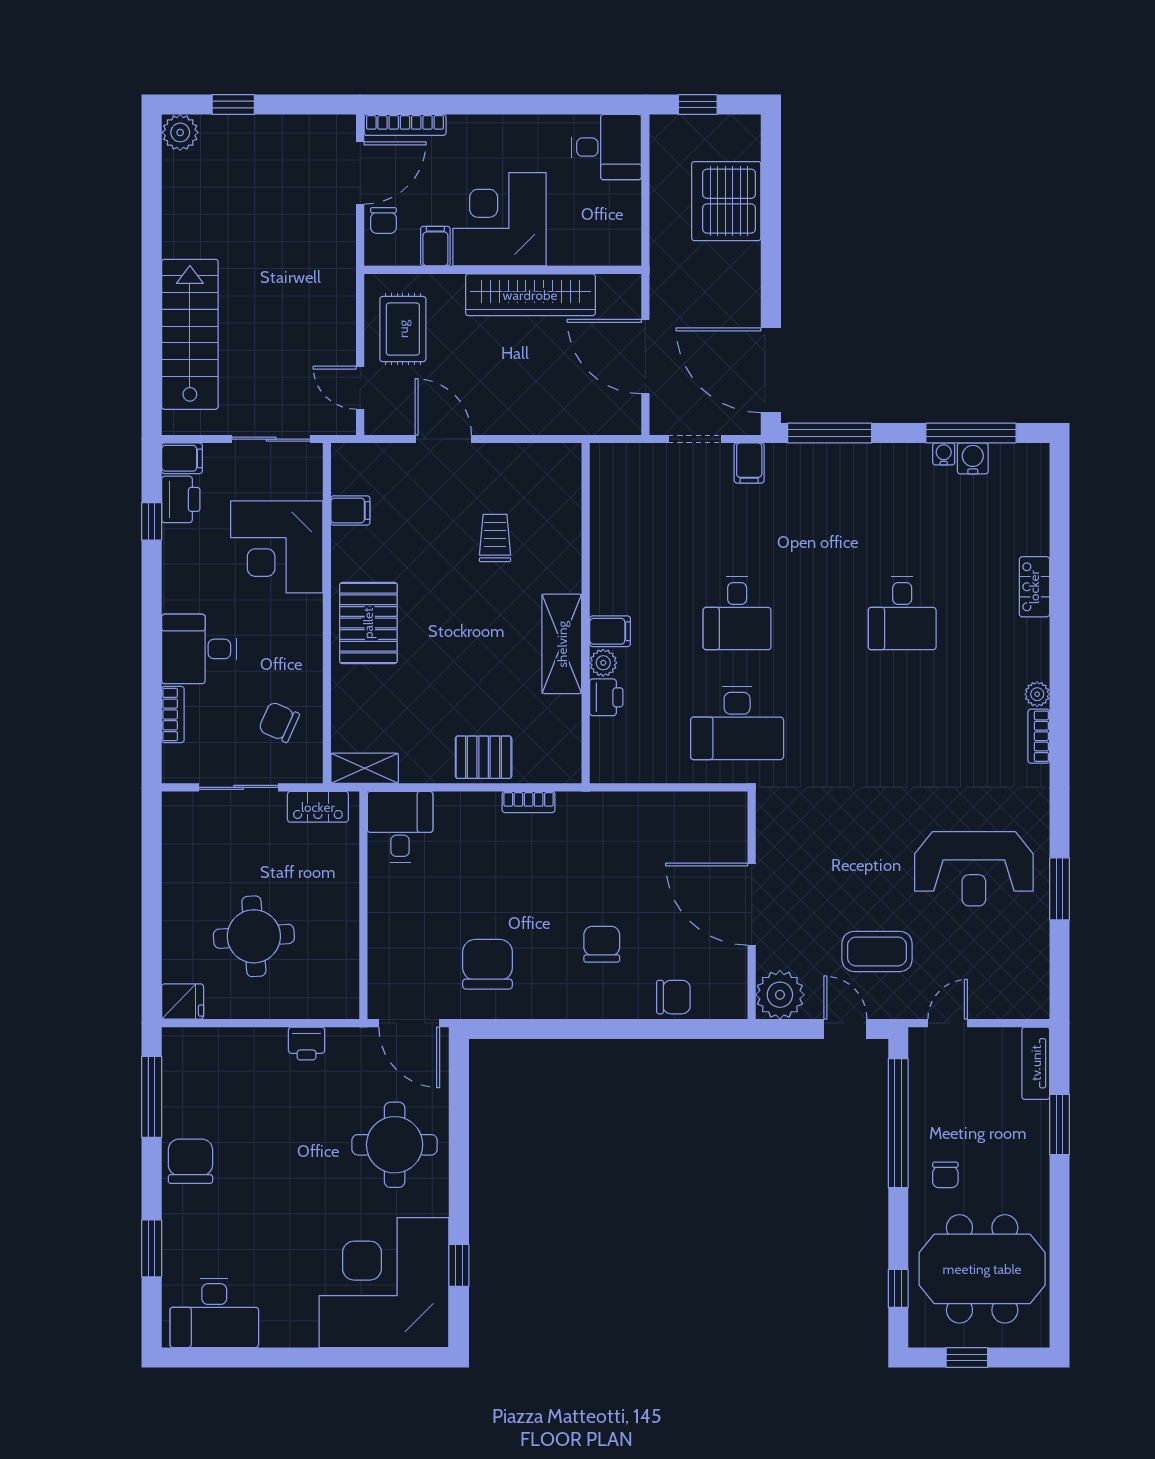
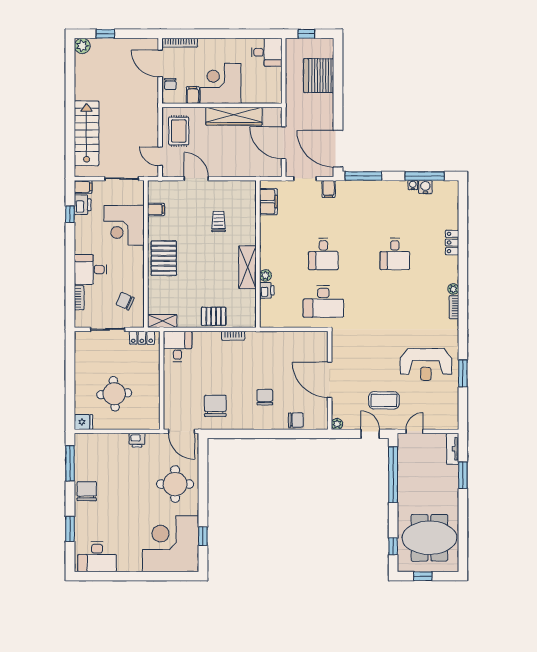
door: (360, 173) -> (160, 63), swing flipped
filing cabinet: (610, 631) -> (268, 202), moved, width x2.00
plant: (780, 995) -> (337, 424), width x0.53, depth x0.53
chair: (945, 1175) -> (413, 497), removed

